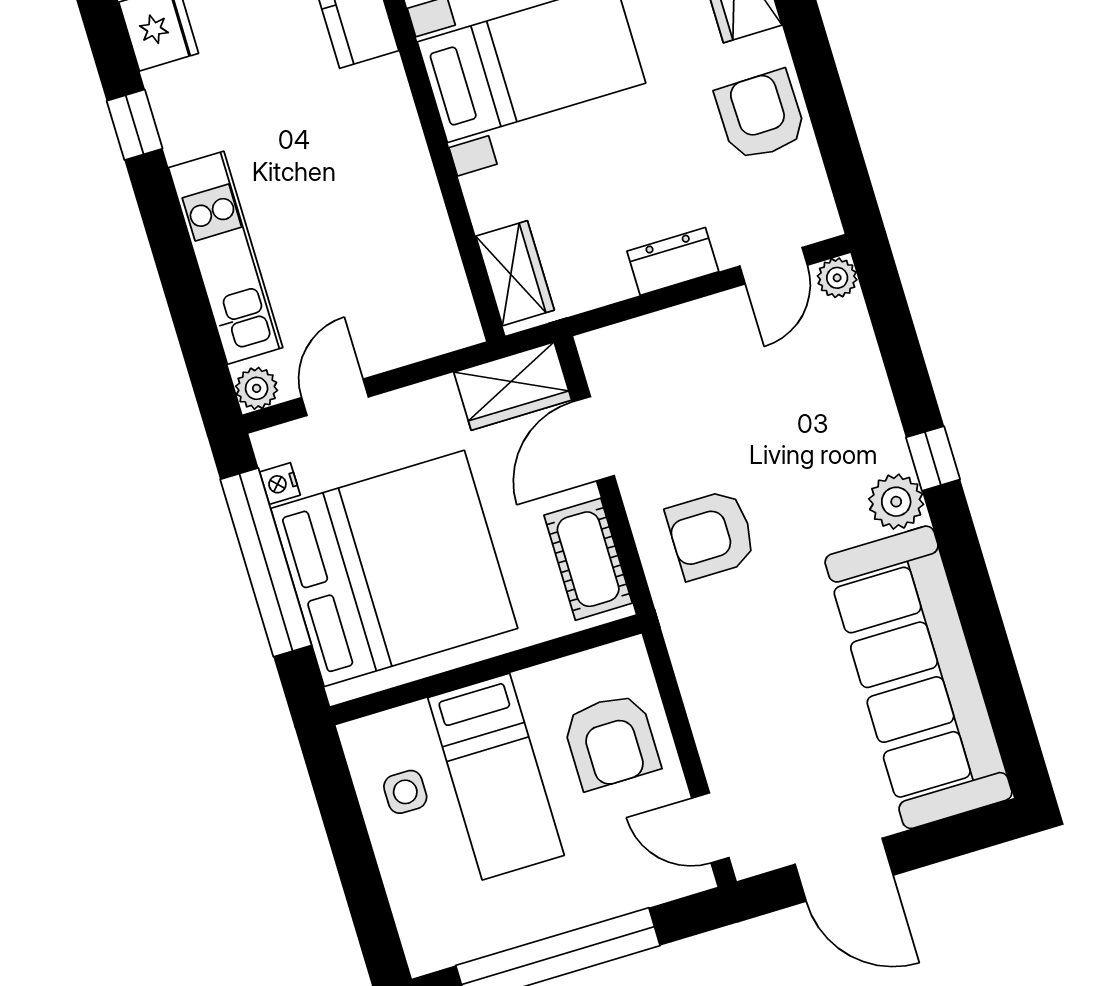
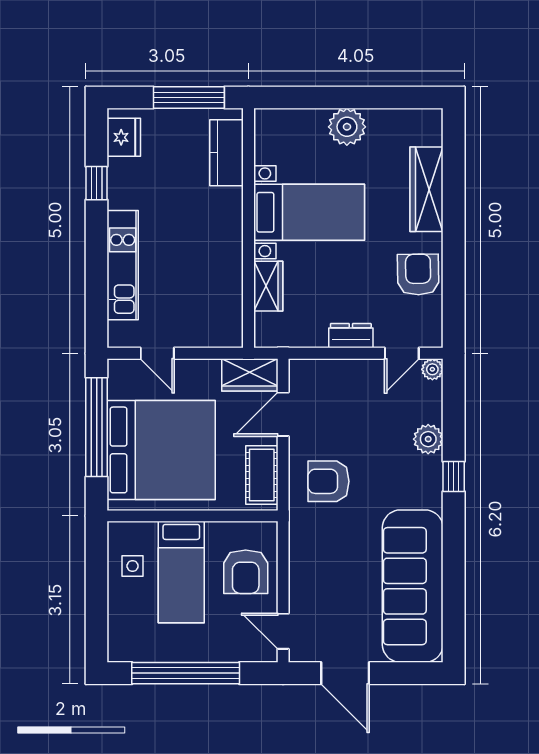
wardrobe: (515, 273) -> (268, 286), moved
plant: (257, 388) -> (118, 337), removed
door: (335, 397) -> (157, 353), swing flipped
nightstand: (280, 484) -> (116, 389), removed
plant: (896, 502) -> (428, 439), moved

